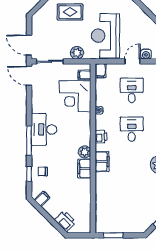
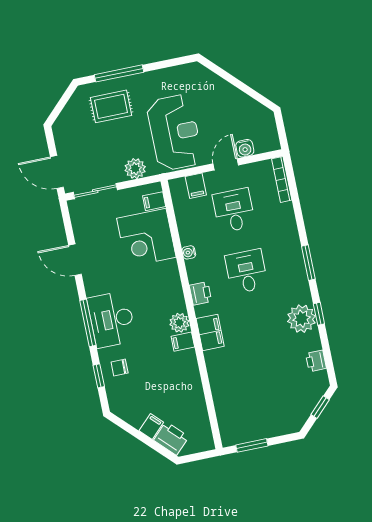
reception desk: (105, 36) -> (175, 132), turned 180
filing cabinet: (101, 71) -> (196, 186), moved
door: (29, 76) -> (75, 260), moved
desk: (44, 129) -> (112, 319), moved
filing cabinet: (84, 169) -> (183, 342), width x0.50
filing cabinet: (42, 199) -> (151, 426), moved

